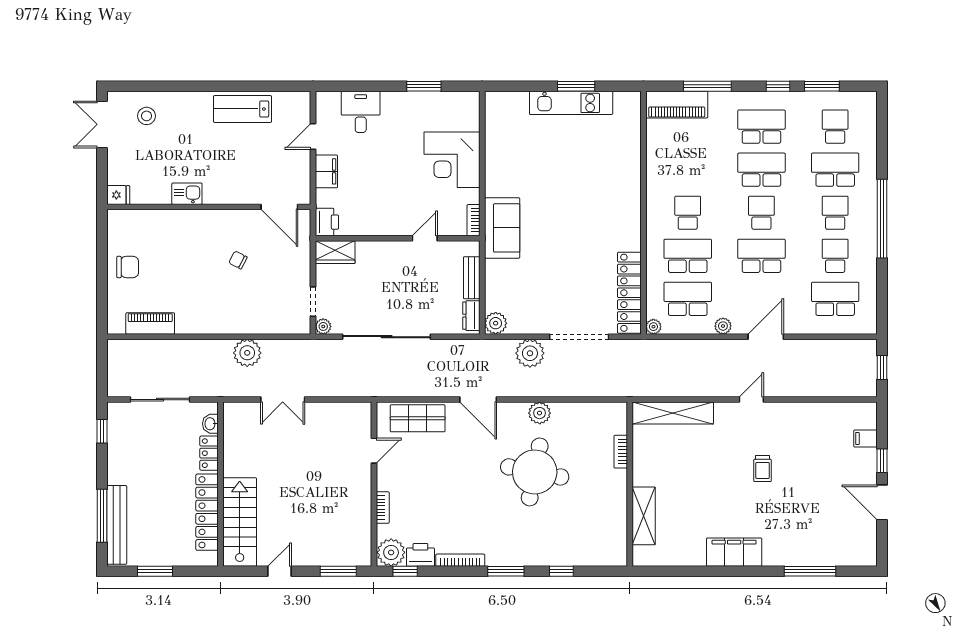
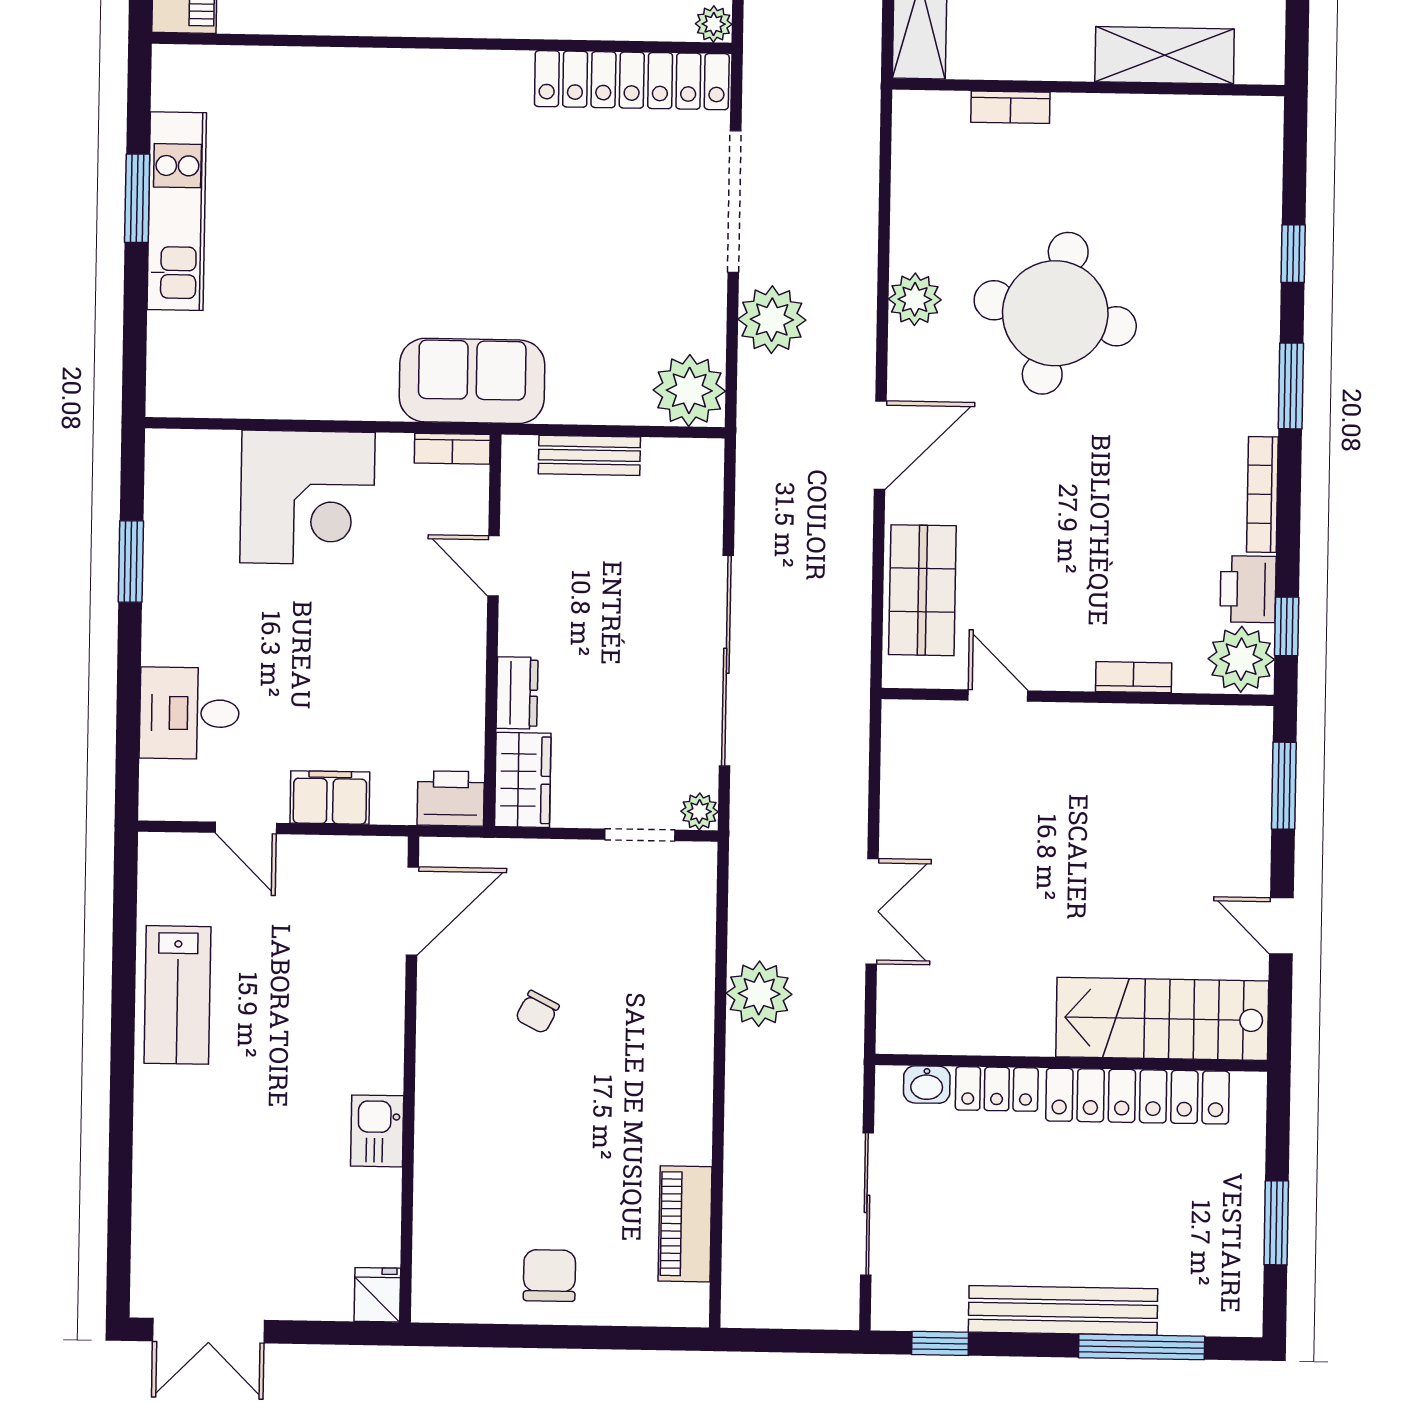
stool: (147, 116) -> (190, 1224), removed
dresser: (471, 316) -> (517, 693), moved, turned -90
plant: (496, 323) -> (689, 390), width x1.36, depth x1.36
bench: (117, 525) -> (1063, 1310), moved

